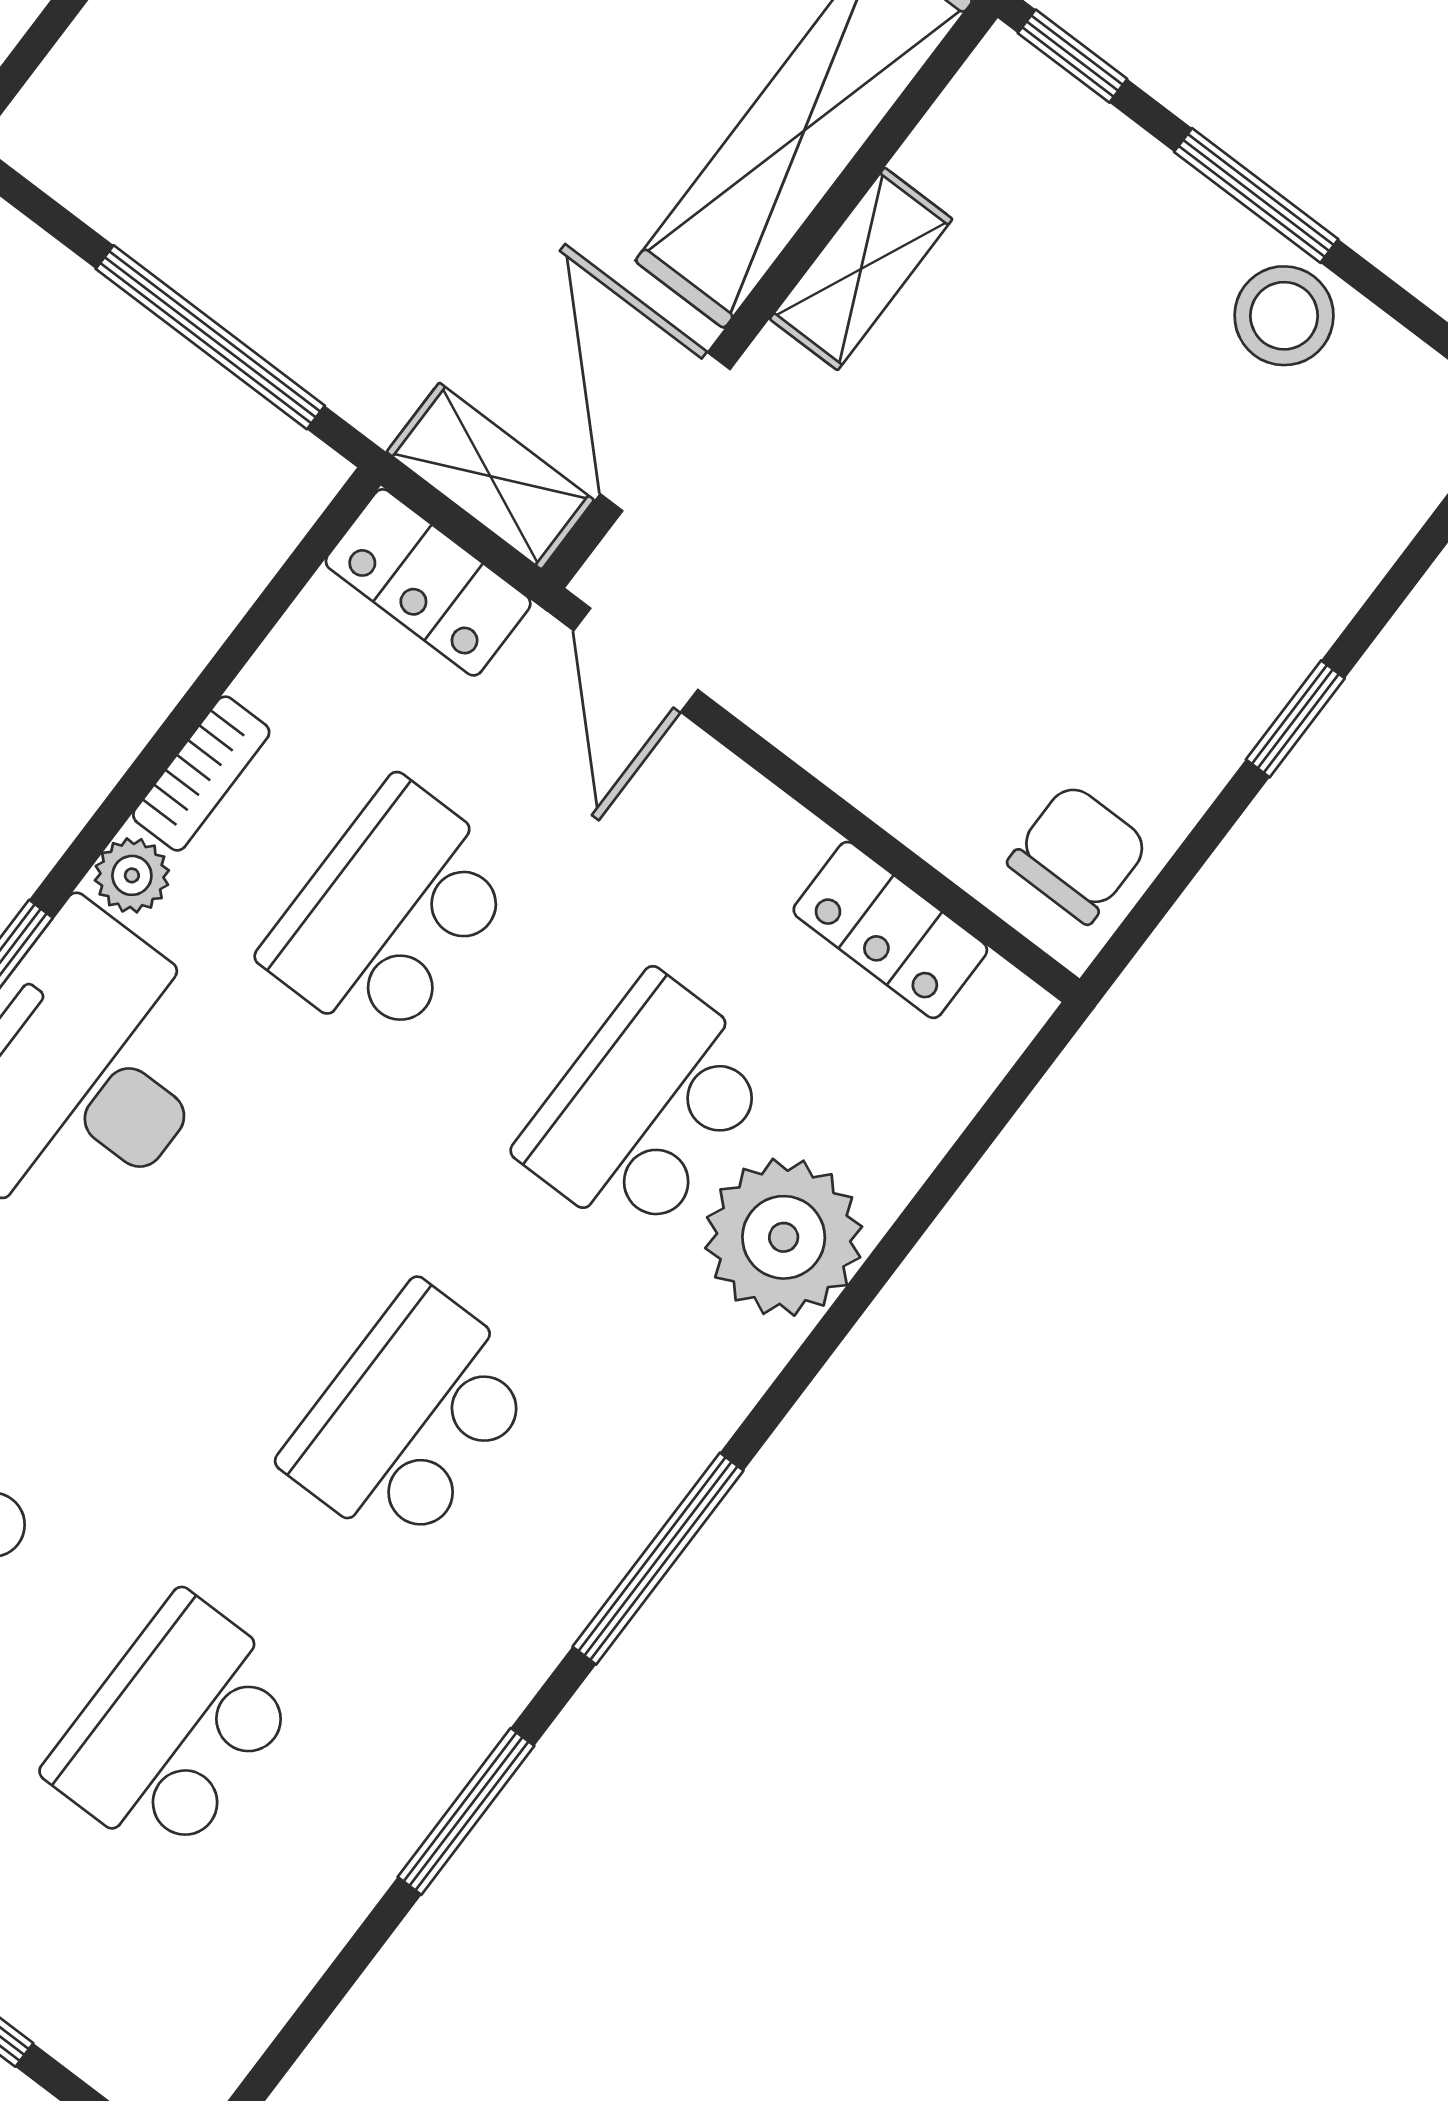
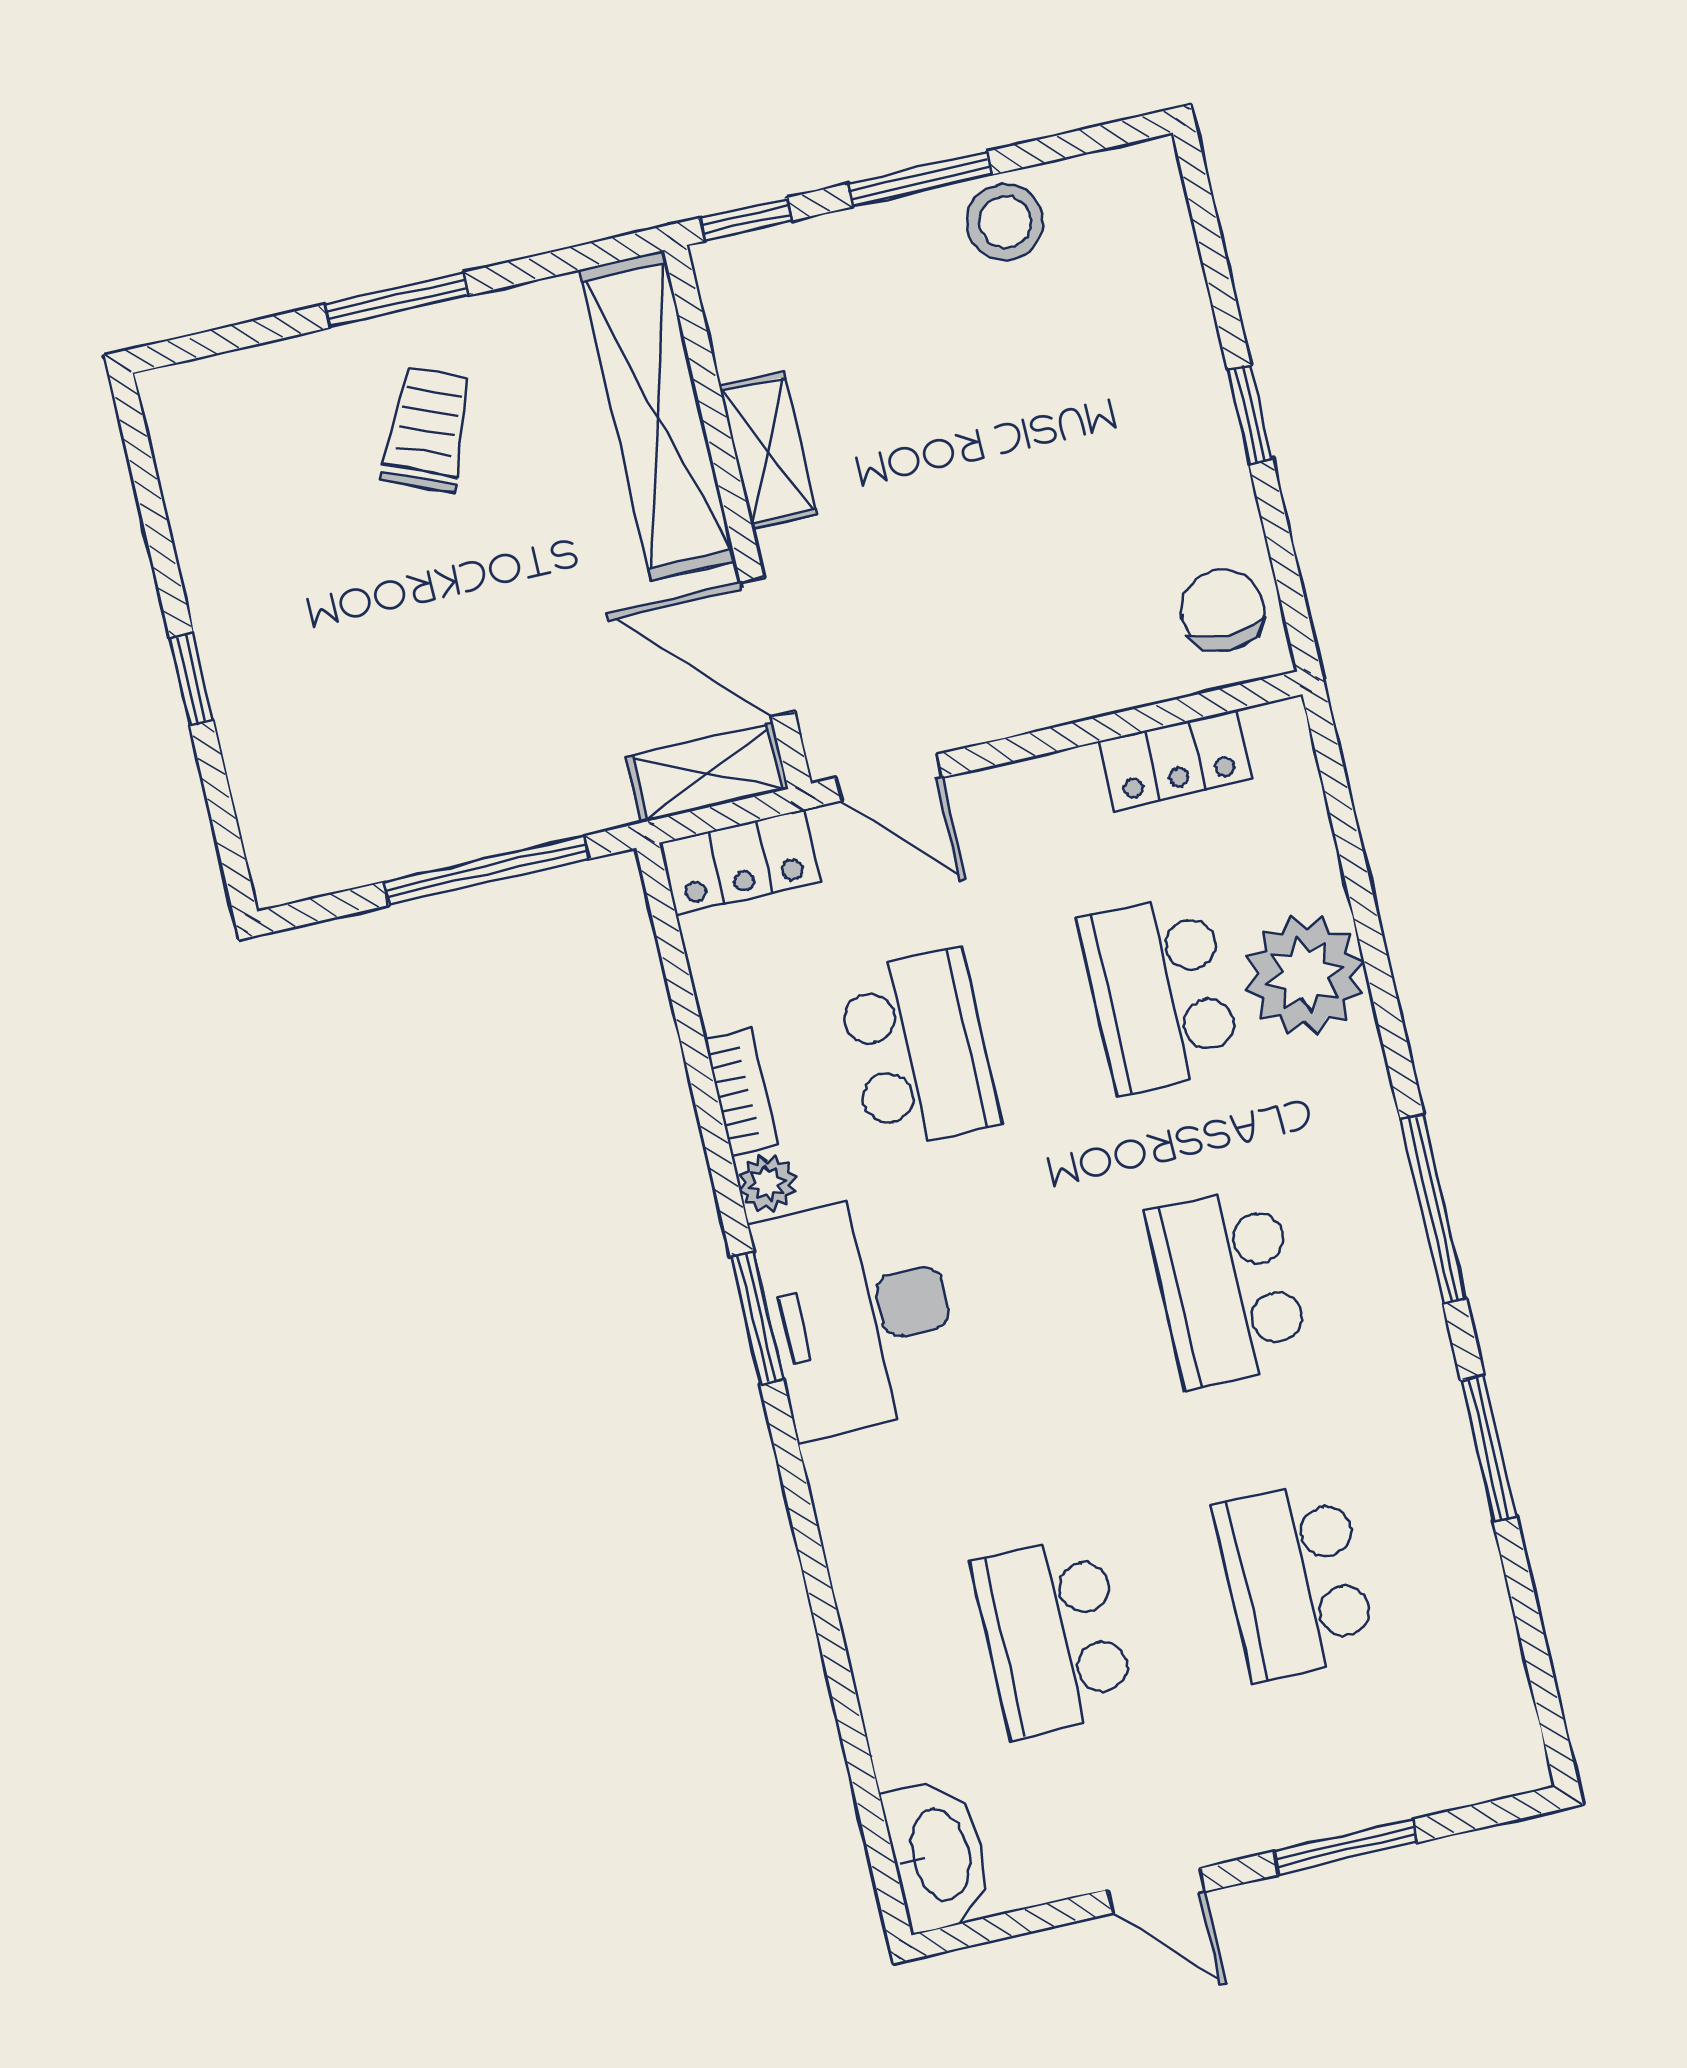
school desk: (390, 914) -> (918, 1049), turned 180

